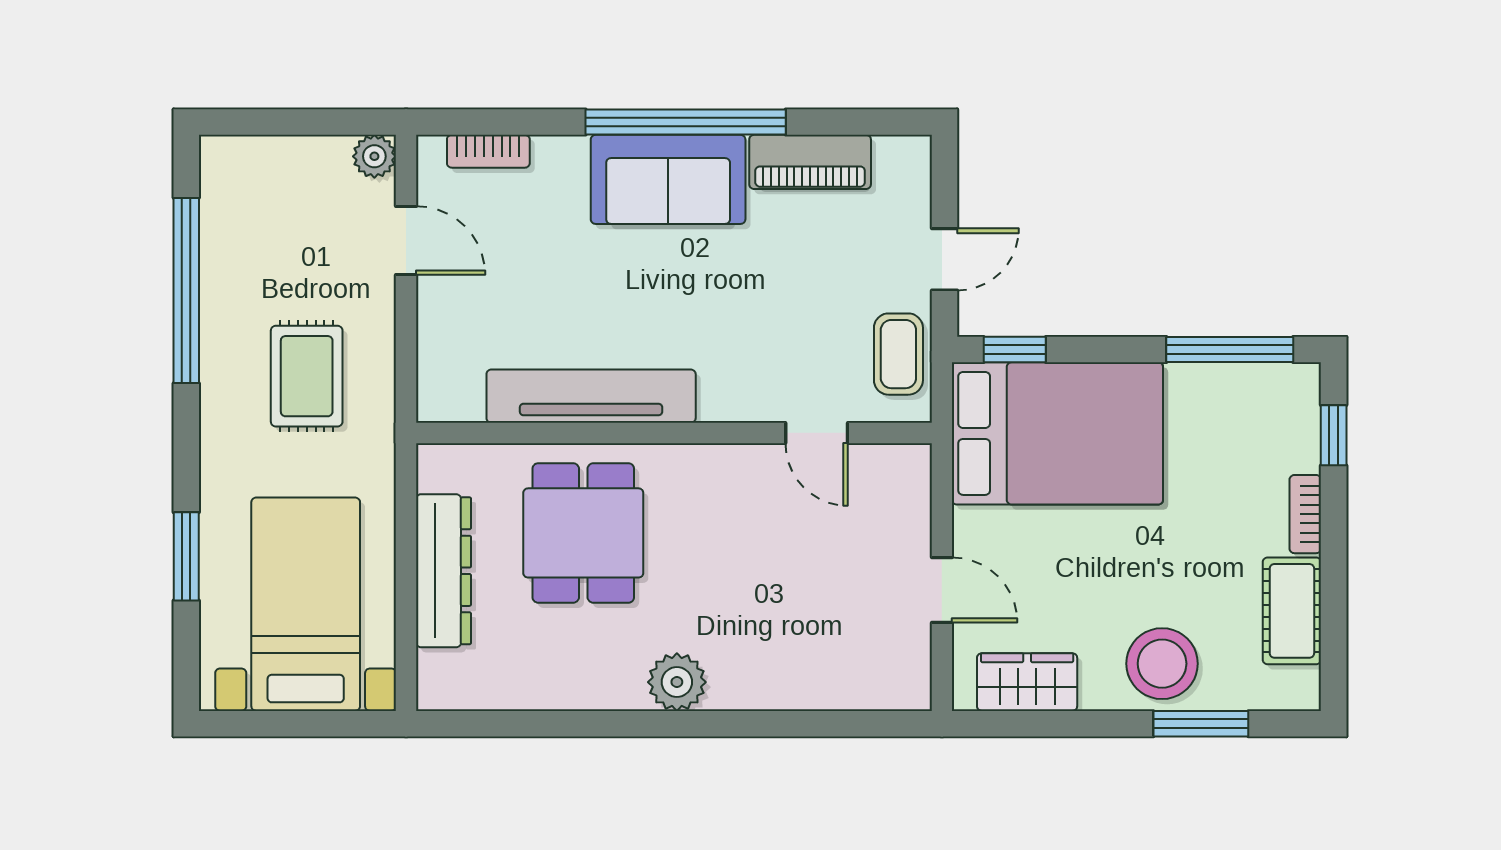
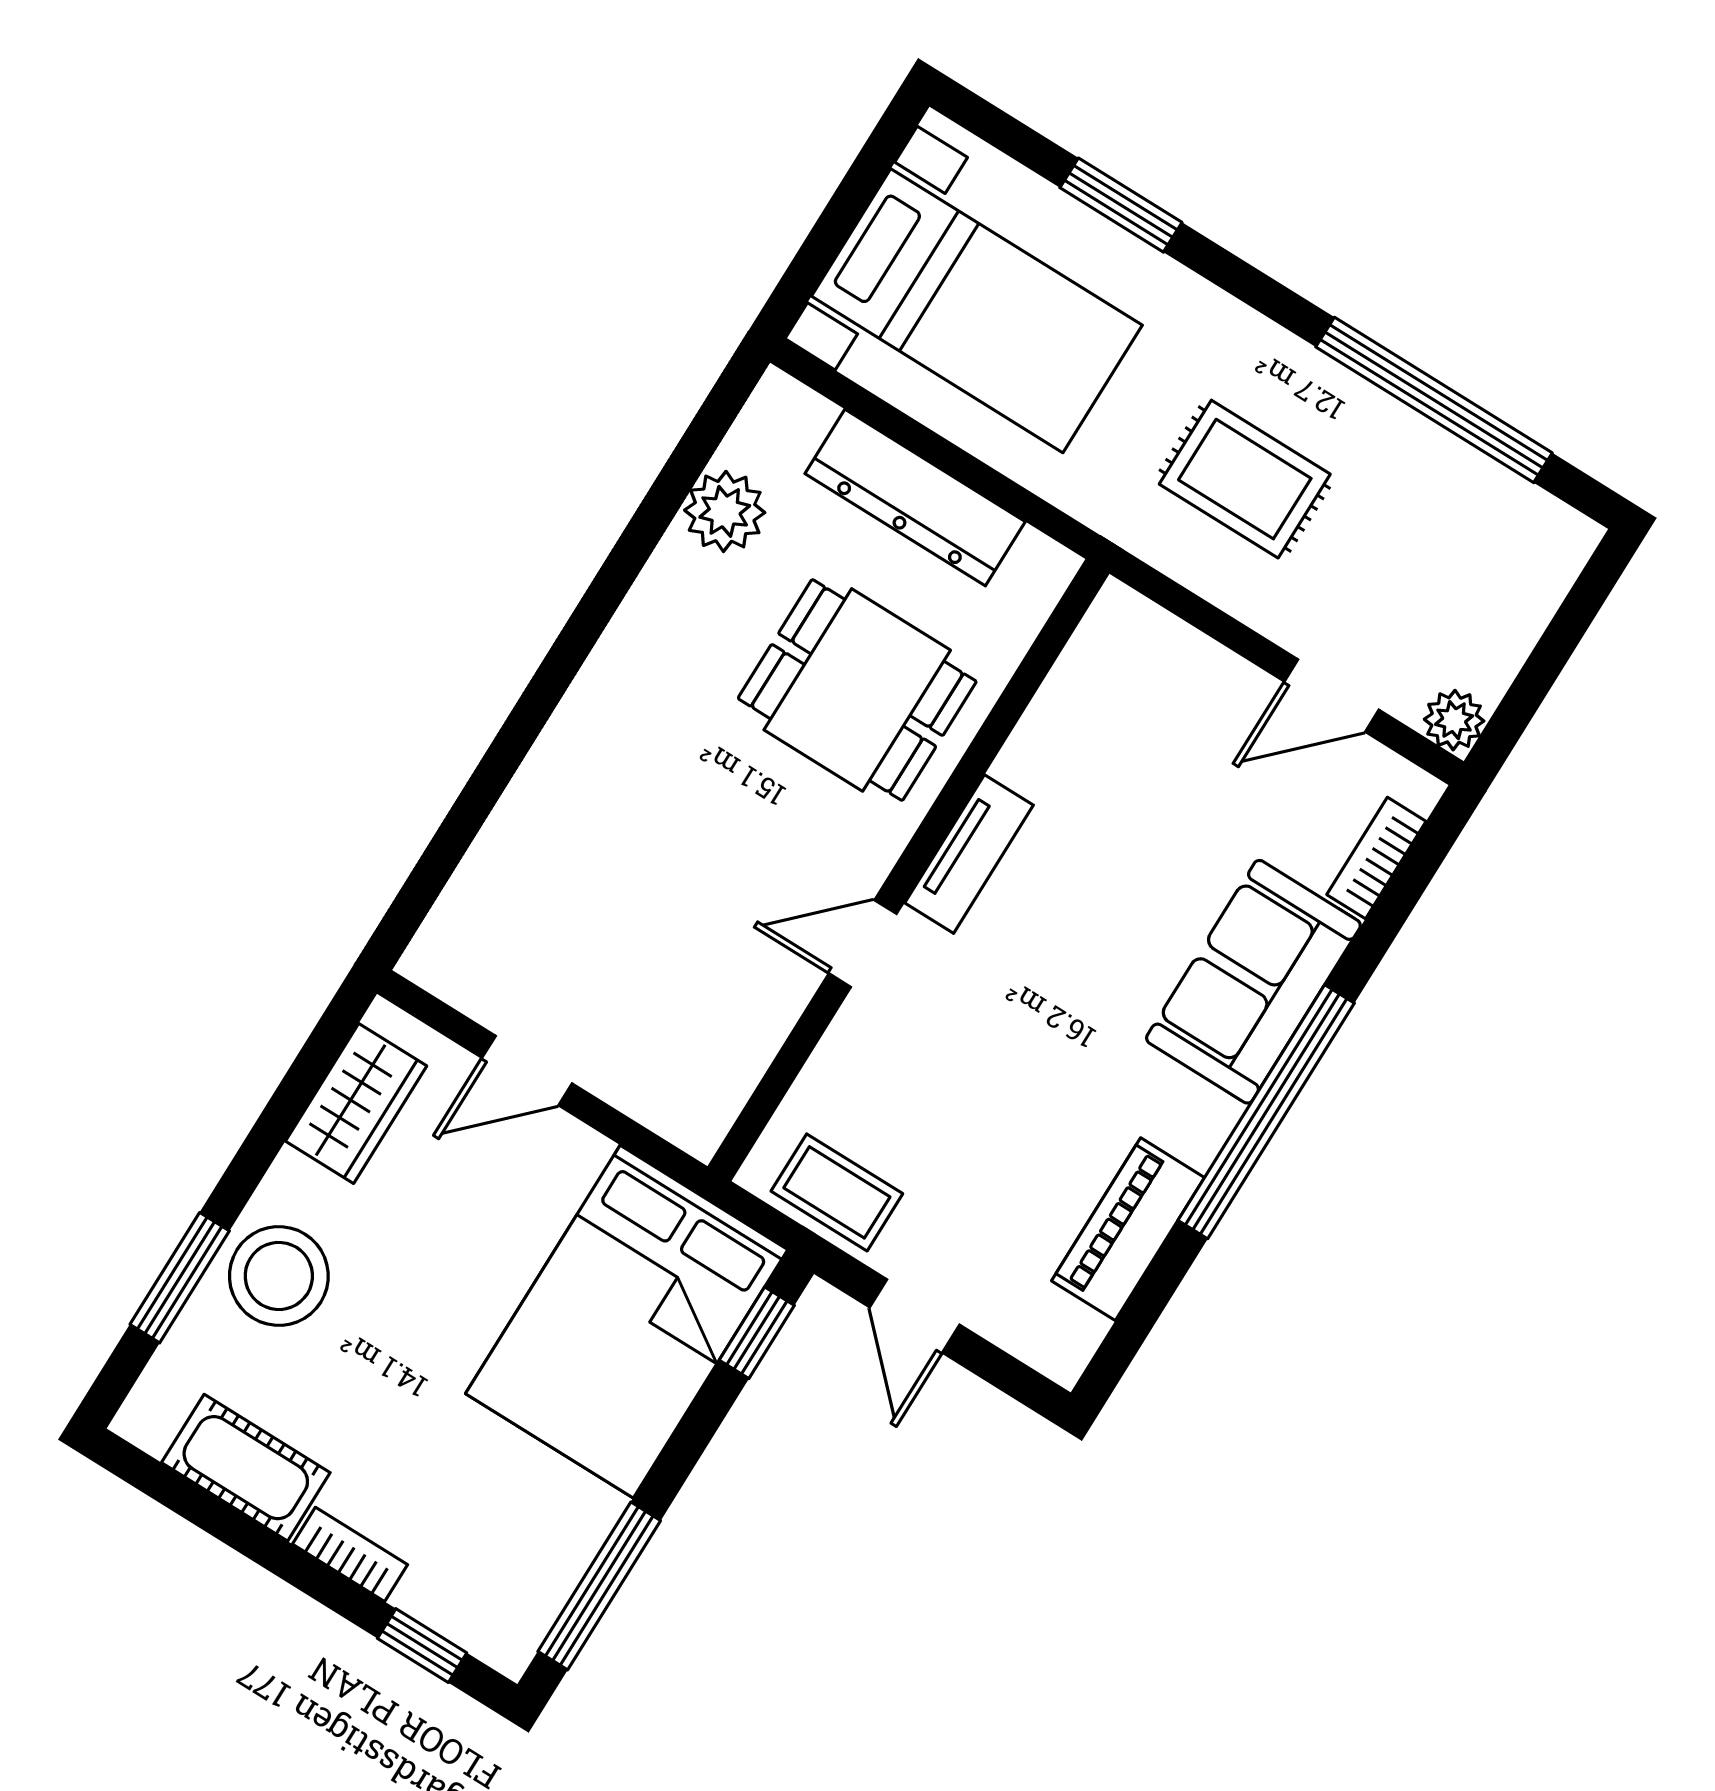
sofa: (668, 179) -> (1253, 982), moved
tv unit: (591, 396) -> (969, 854), width x0.52, depth x0.78
door: (817, 433) -> (863, 944), moved
plant: (677, 682) -> (725, 511), moved

